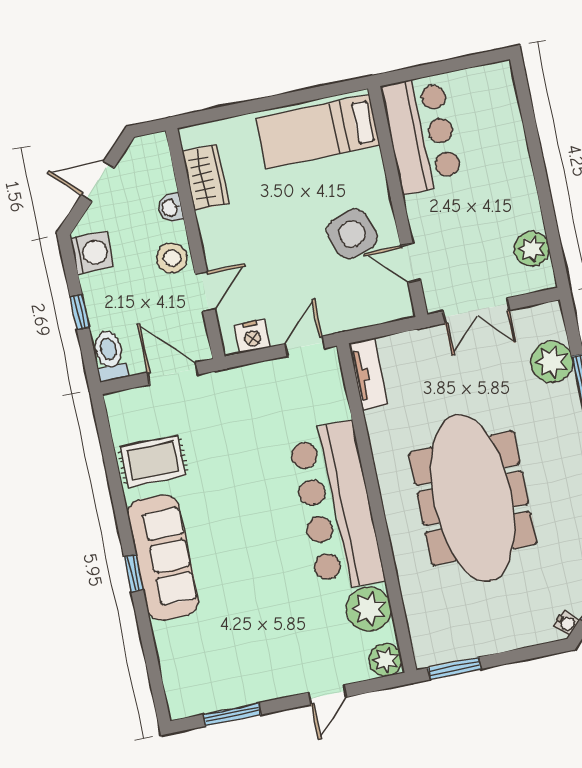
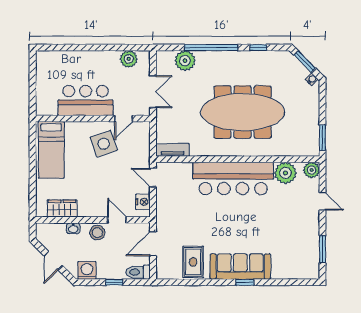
bar counter: (422, 134) -> (86, 100), moved

